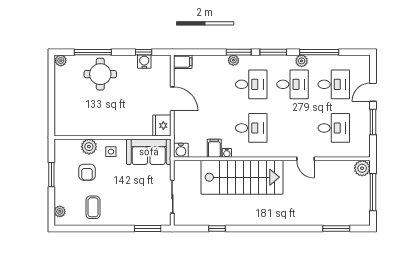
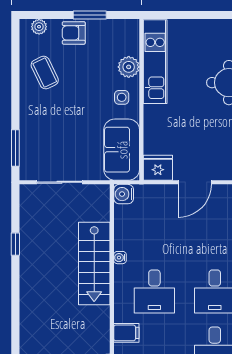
kitchen unit: (85, 127) -> (155, 62), added
filing cabinet: (214, 148) -> (126, 333), moved
armchair: (87, 172) -> (74, 33), moved
stairs: (242, 177) -> (94, 264), width x0.73, depth x0.66
coffee table: (93, 207) -> (45, 73), turned 64

